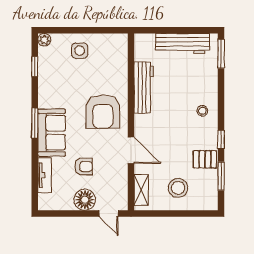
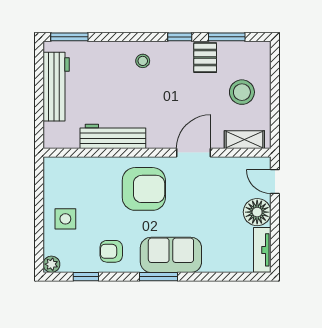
armchair: (84, 167) -> (111, 251), moved, turned -90
tv unit: (45, 175) -> (262, 250), moved, turned -90
door: (109, 213) -> (275, 182), swing flipped

